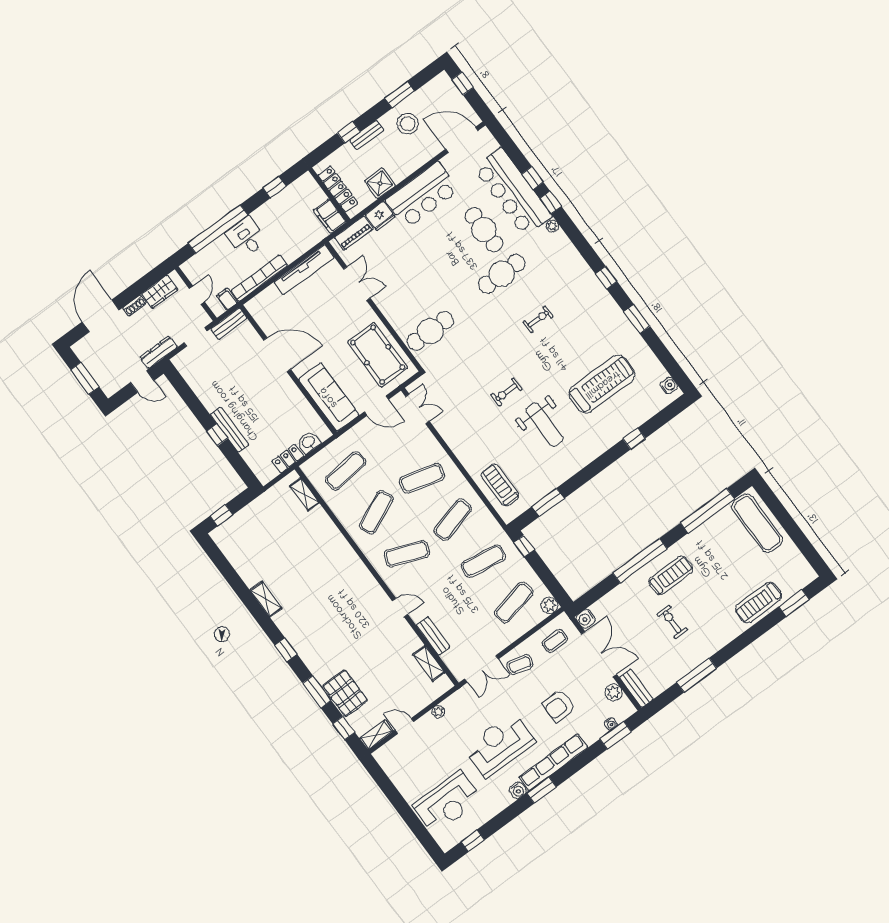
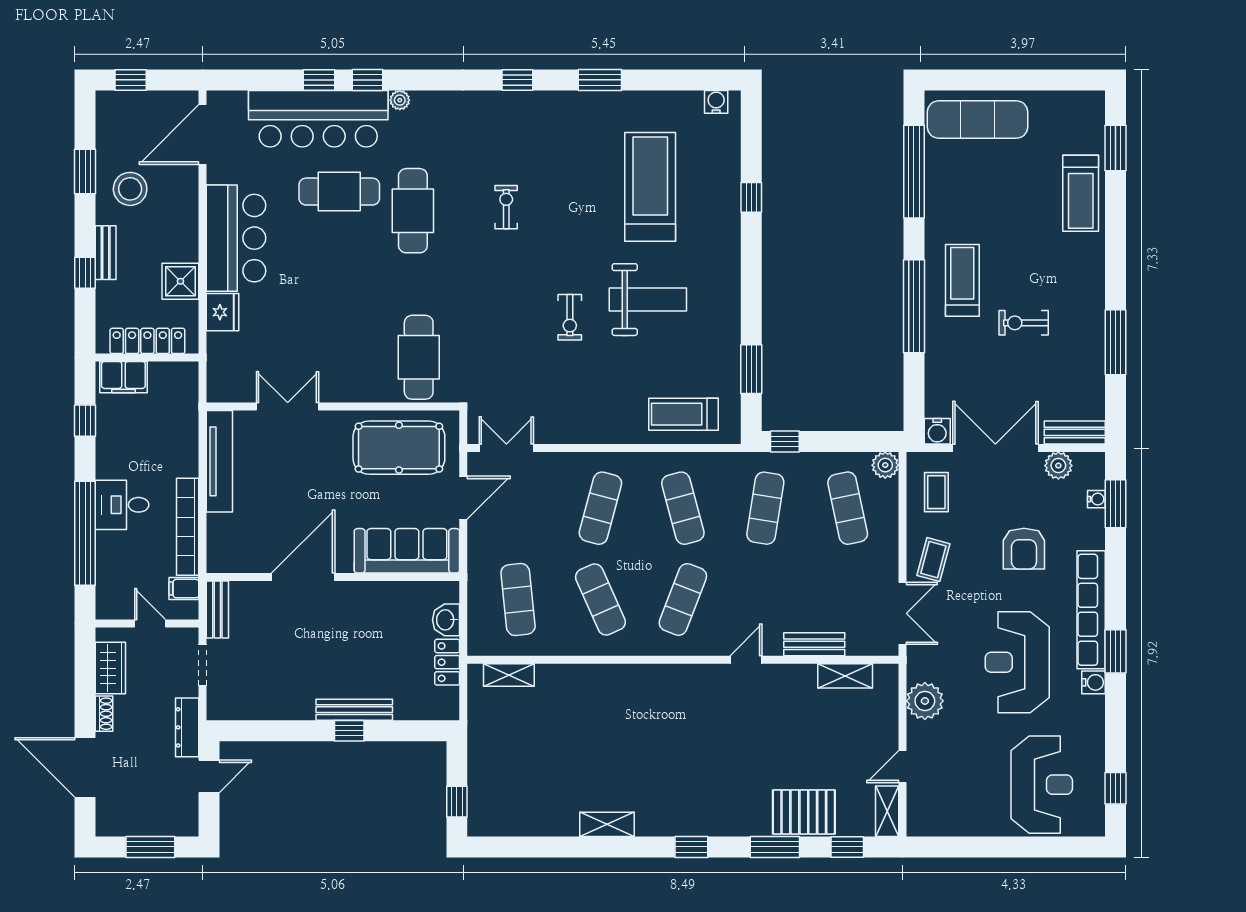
filing cabinet: (330, 216) -> (123, 377), moved
piano: (354, 233) -> (220, 363), removed
plant: (438, 712) -> (925, 701), width x1.87, depth x1.87

